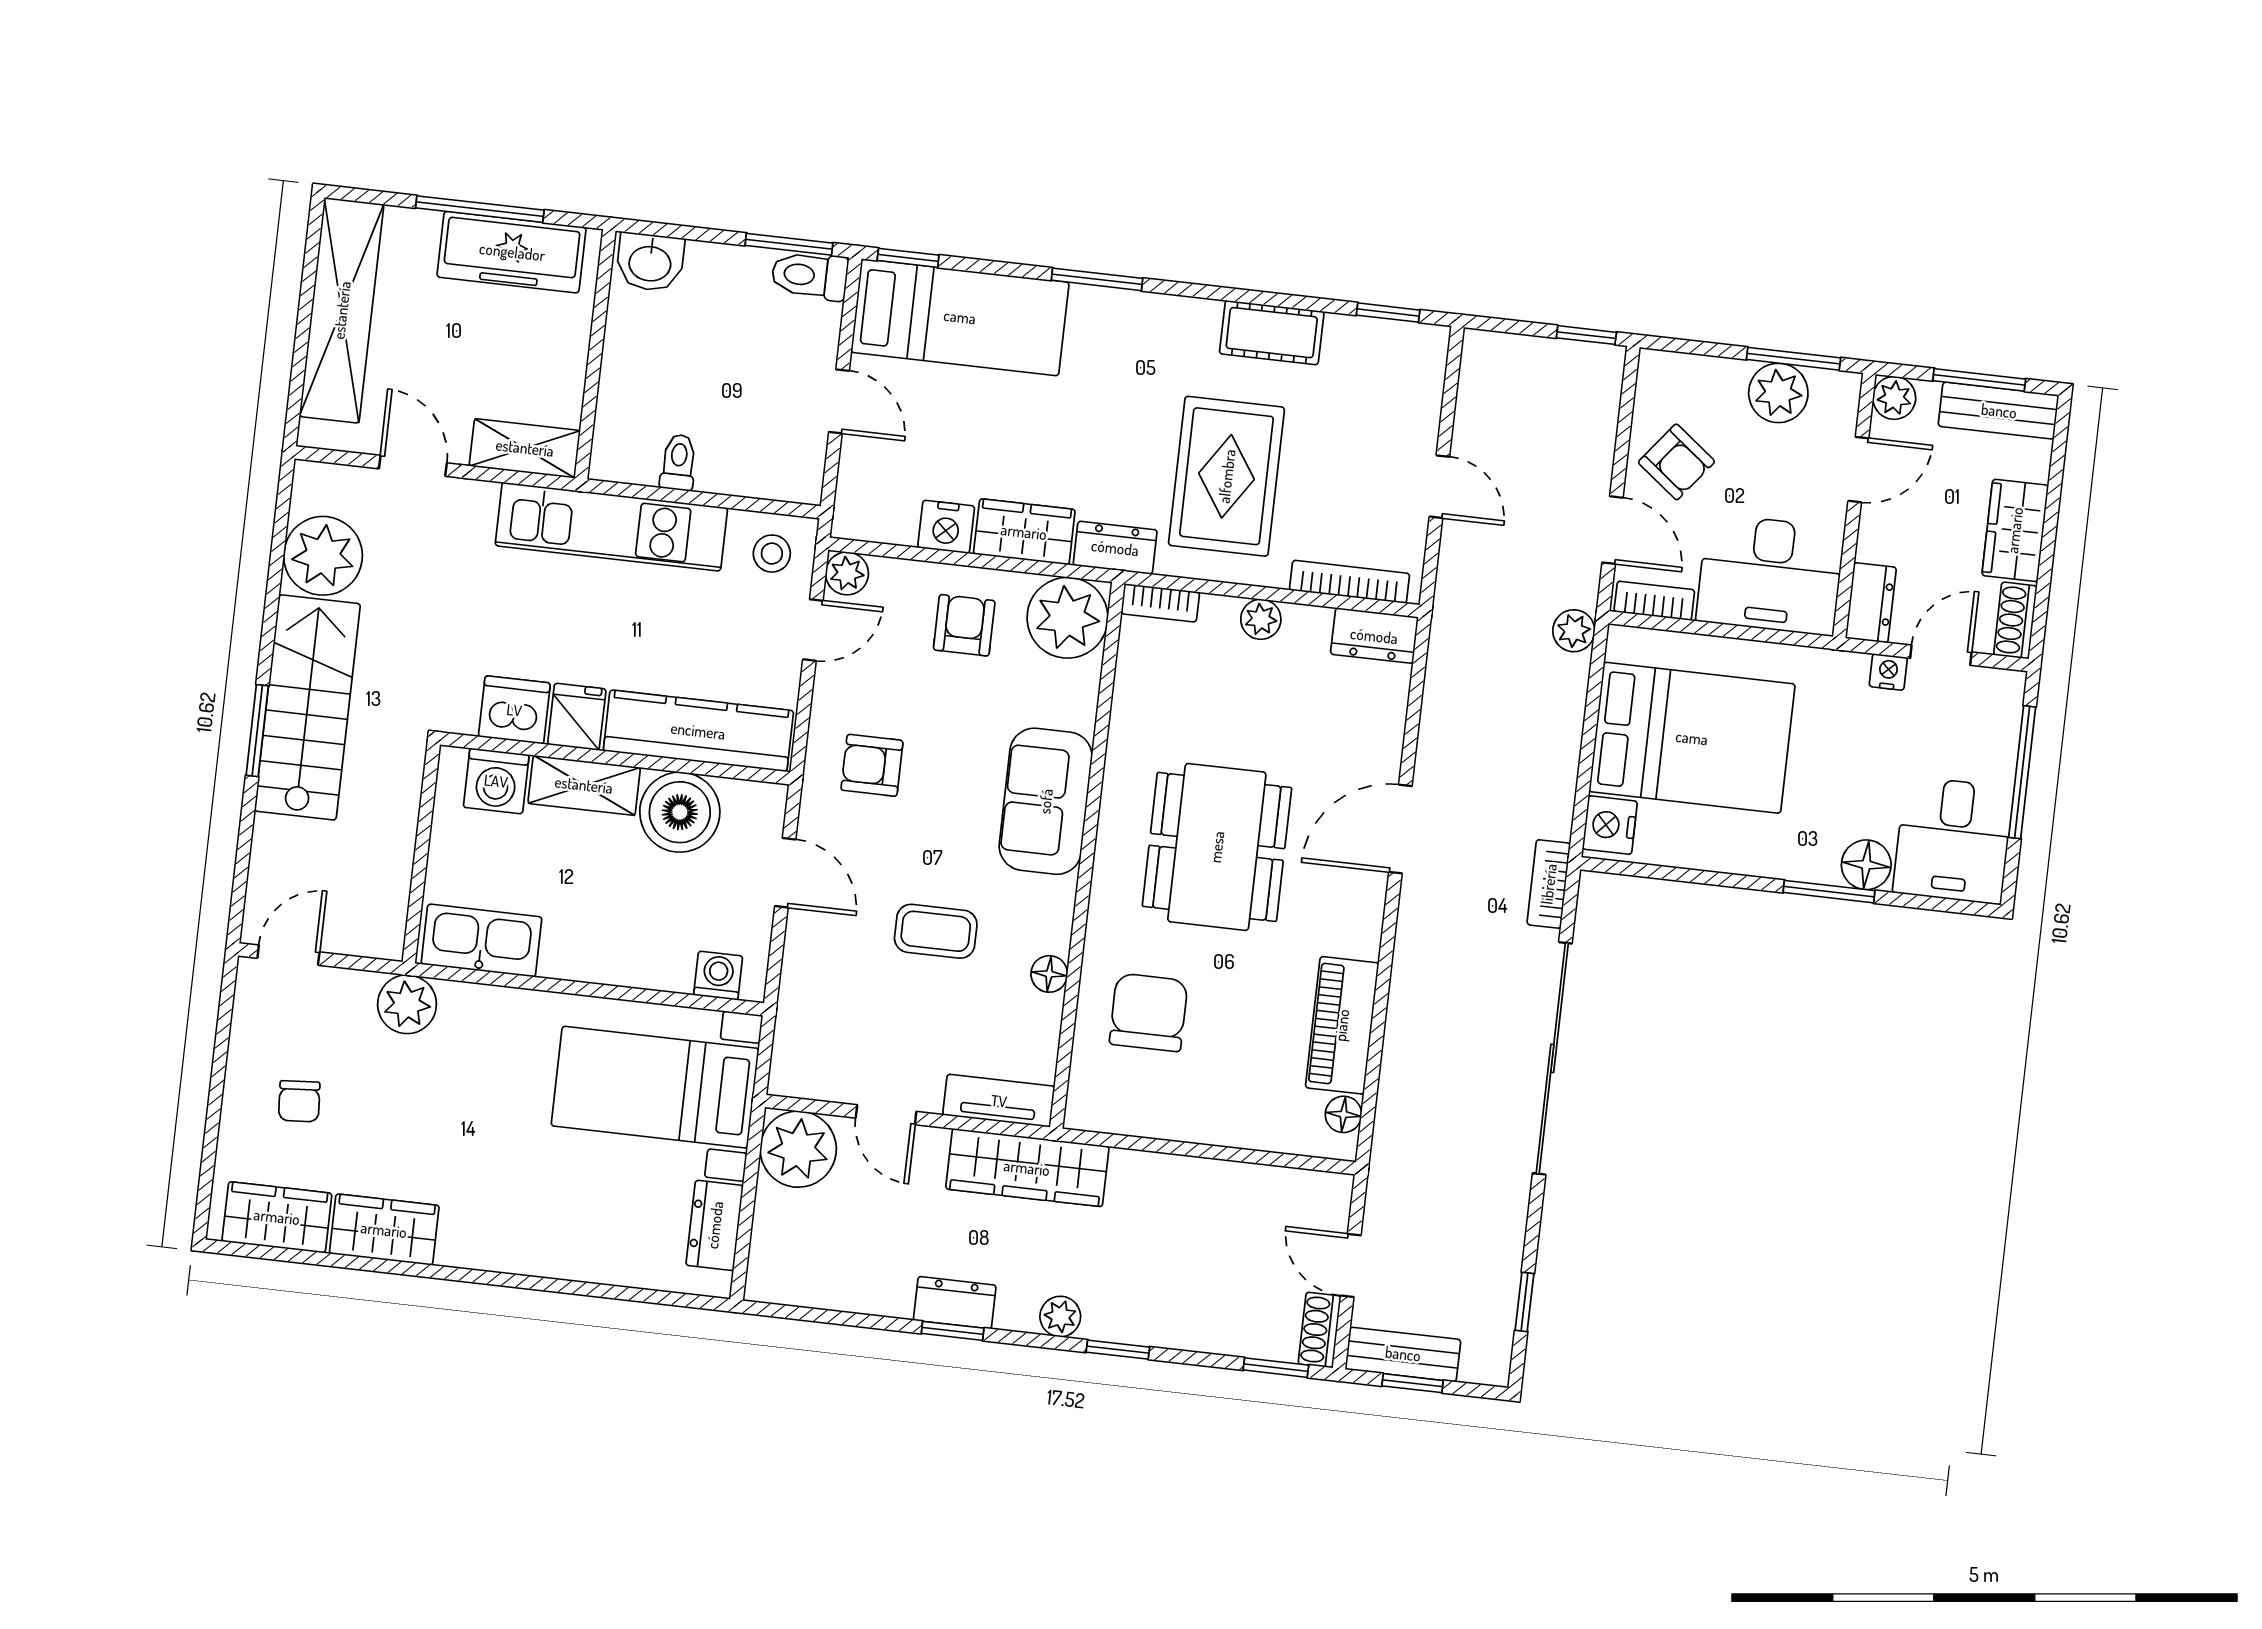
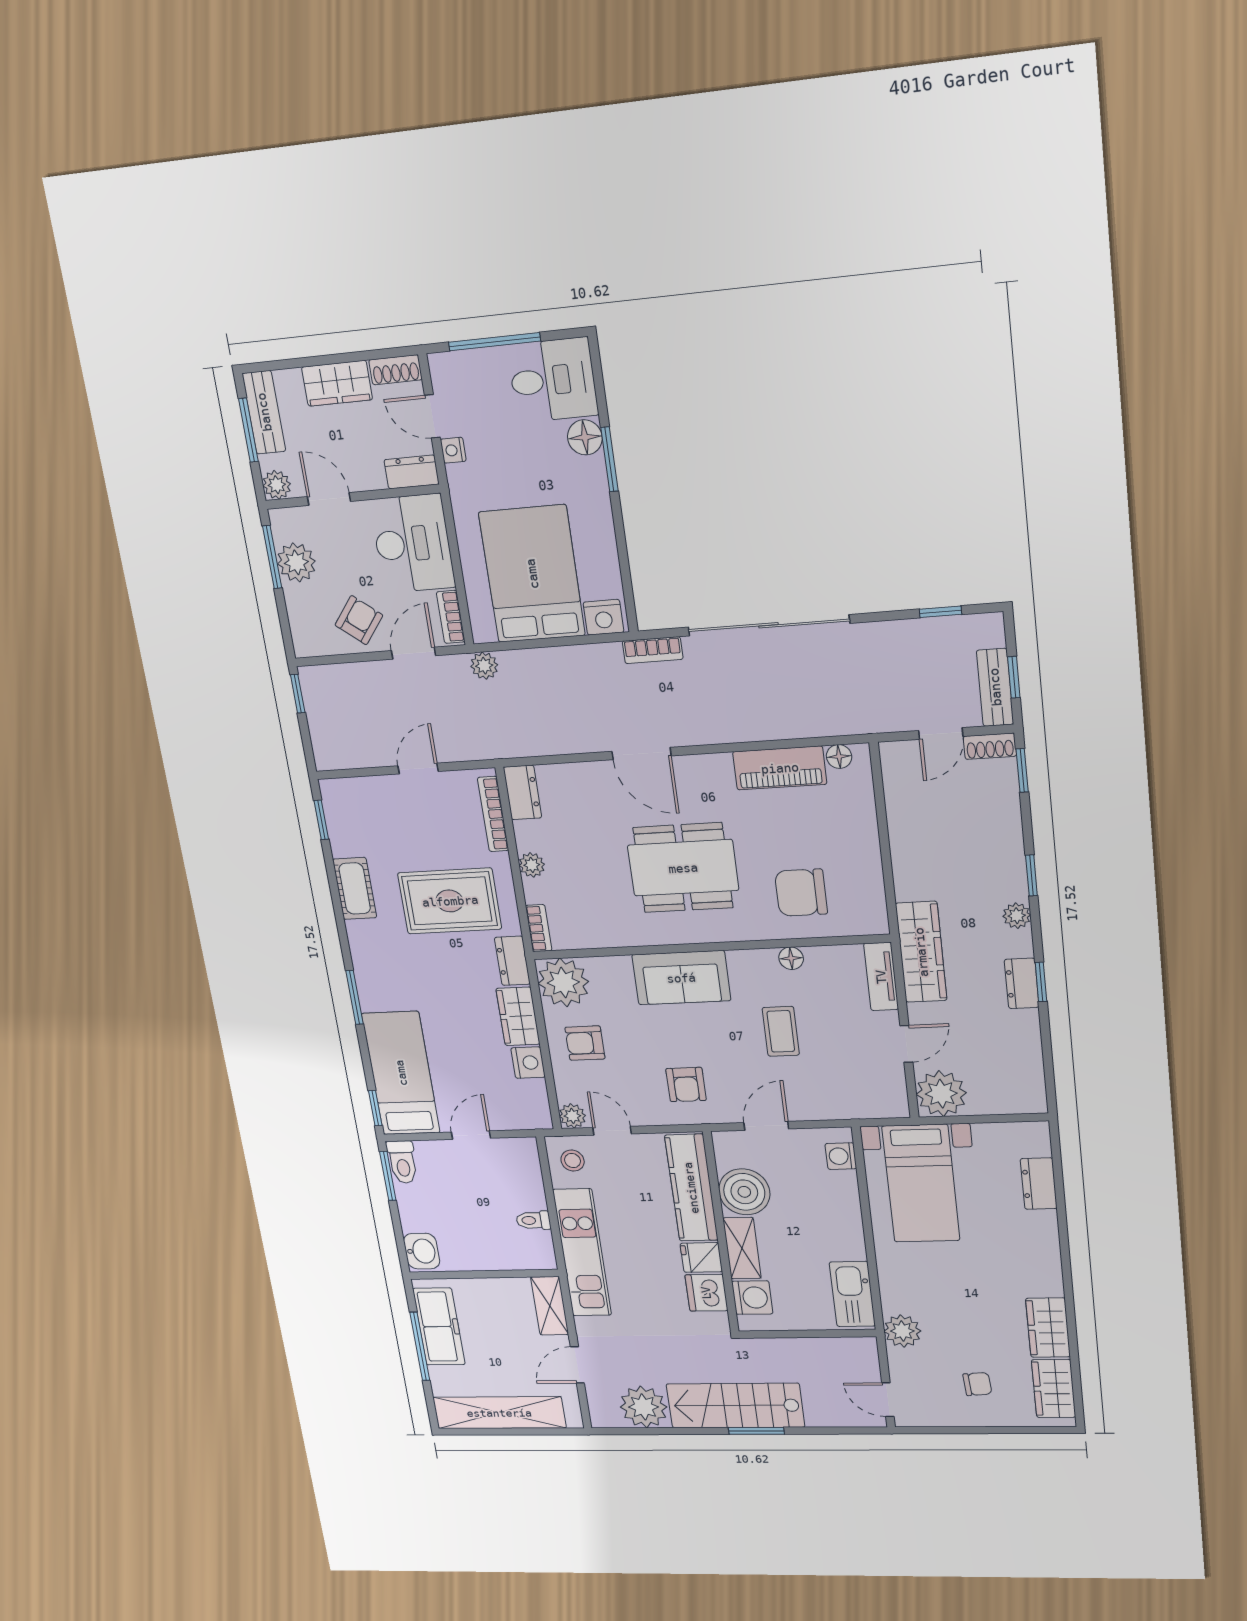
dresser: (715, 1225) -> (1039, 1184), moved, turned 90

